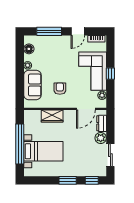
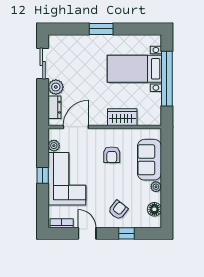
window: (49, 31) -> (127, 233), width x0.46
door: (78, 31) -> (87, 233), hinge flipped
armchair: (55, 48) -> (118, 210), added
window: (92, 180) -> (68, 29), removed

